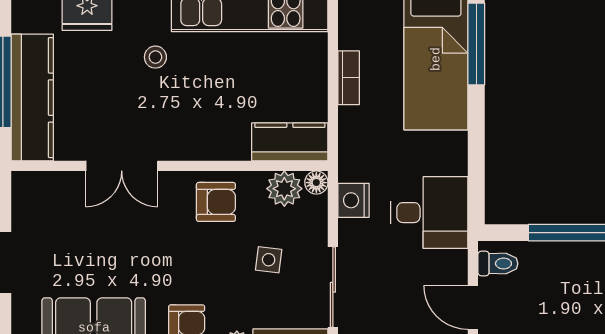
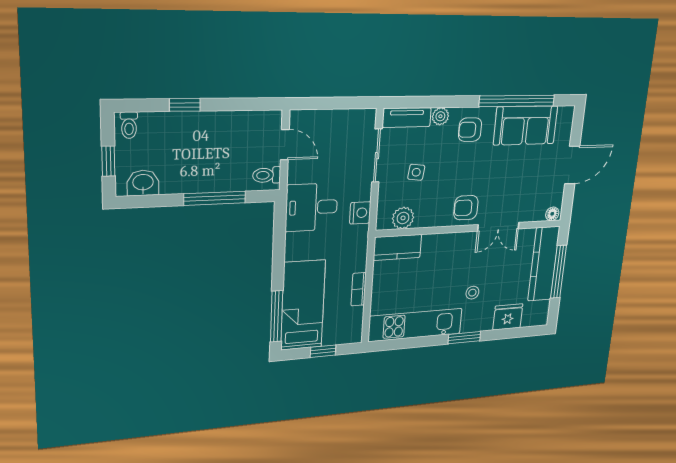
double door: (122, 166) -> (498, 227), swing flipped
floor lamp: (316, 183) -> (552, 214), moved
armchair: (216, 202) -> (466, 208), moved

